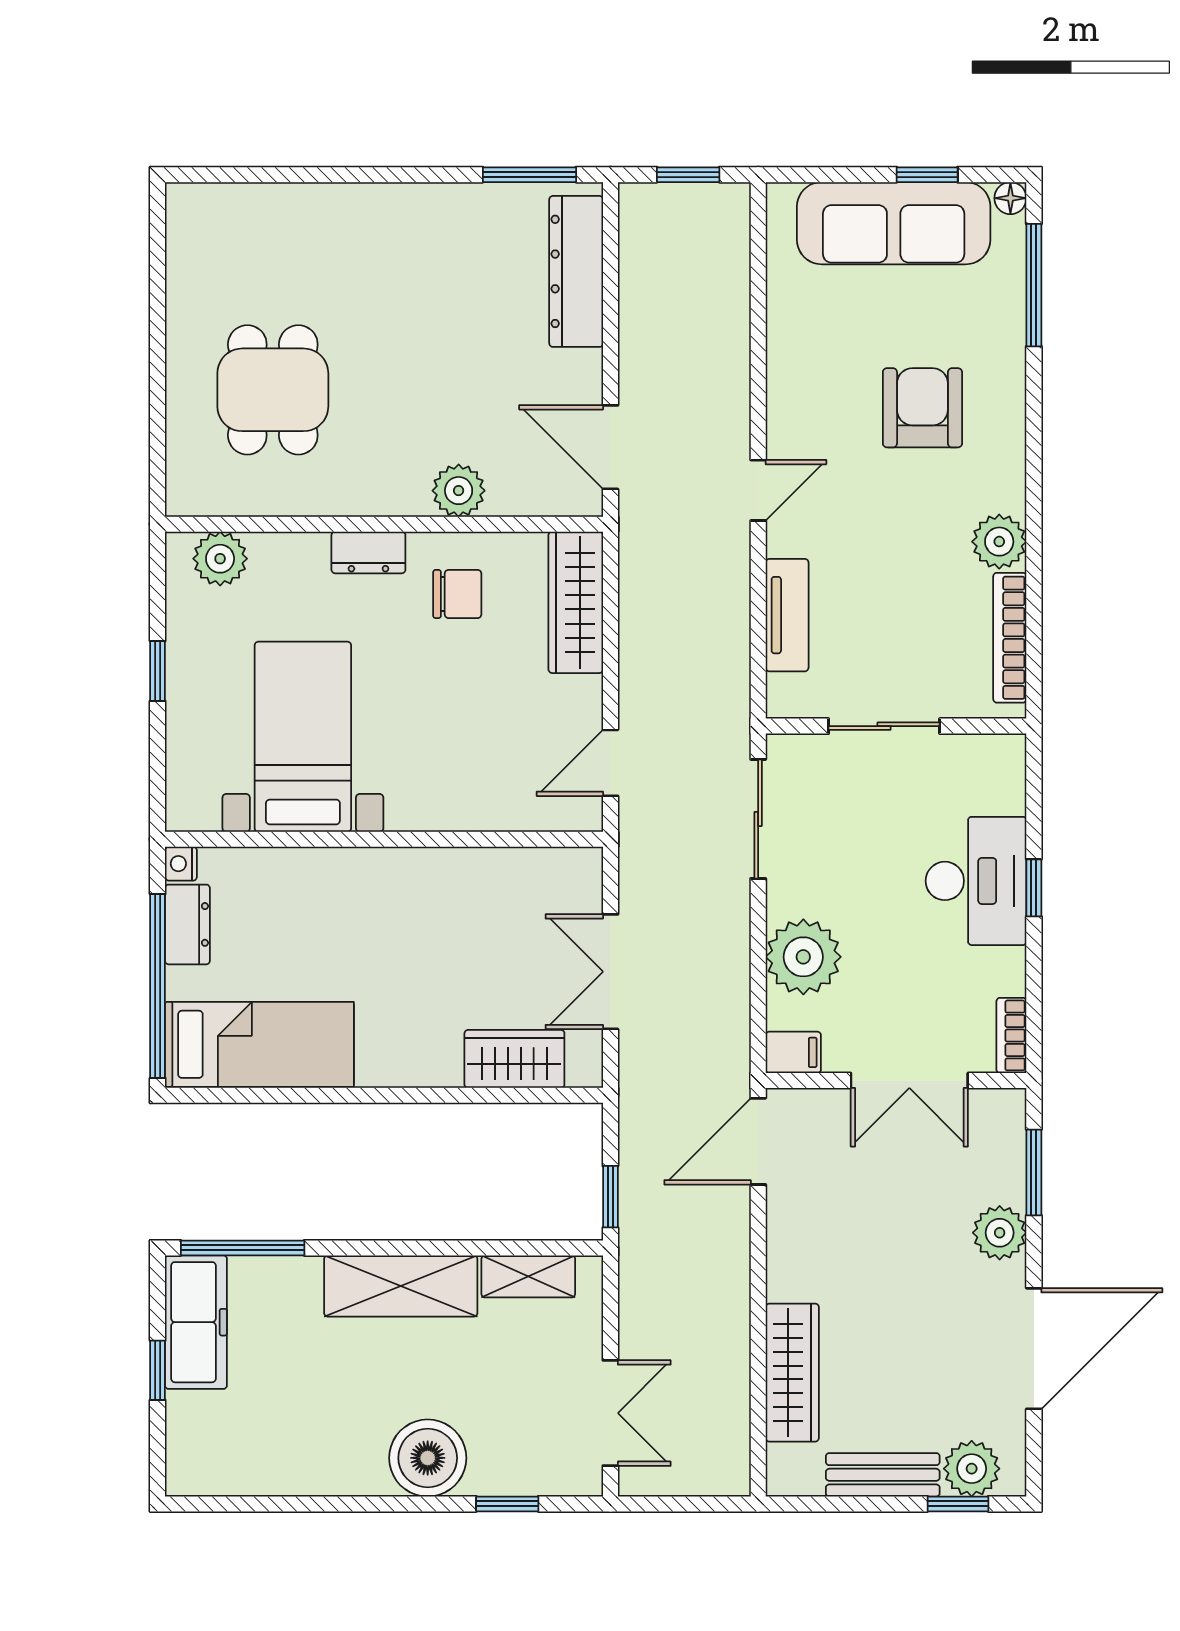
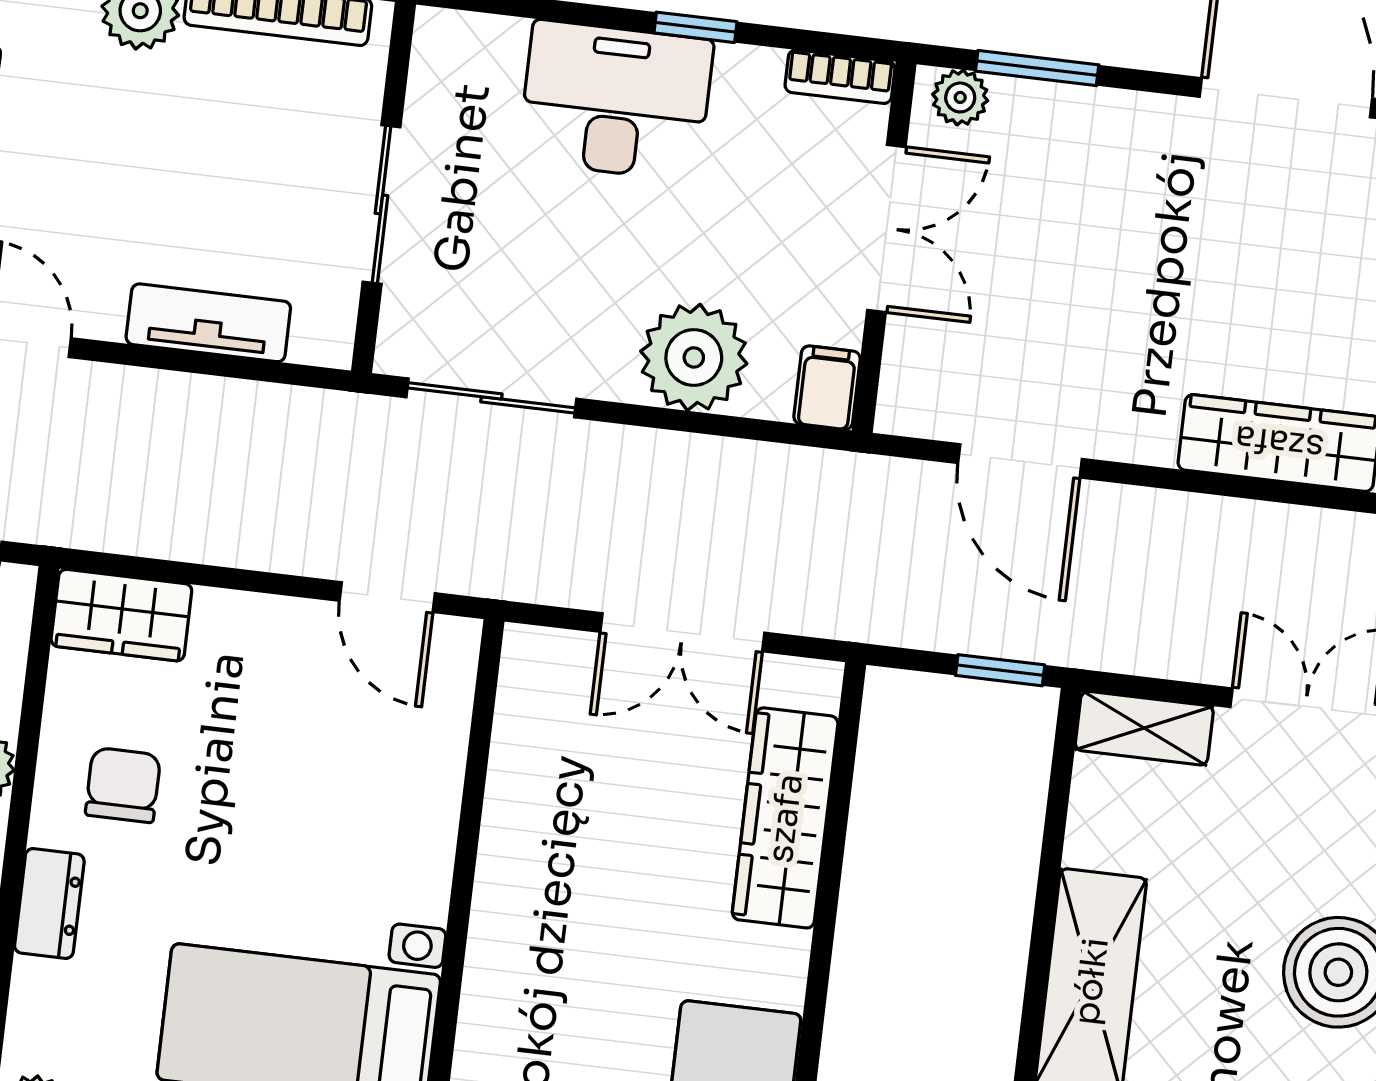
wardrobe: (576, 602) -> (121, 615), width x0.67
window: (1034, 888) -> (695, 27), moved
wardrobe: (514, 1059) -> (785, 818), width x1.50
door: (758, 1141) -> (1020, 461), moved
plant: (1000, 1233) -> (960, 97), moved, width x0.73, depth x0.73
shelving: (528, 1276) -> (1144, 728), moved, turned 90

